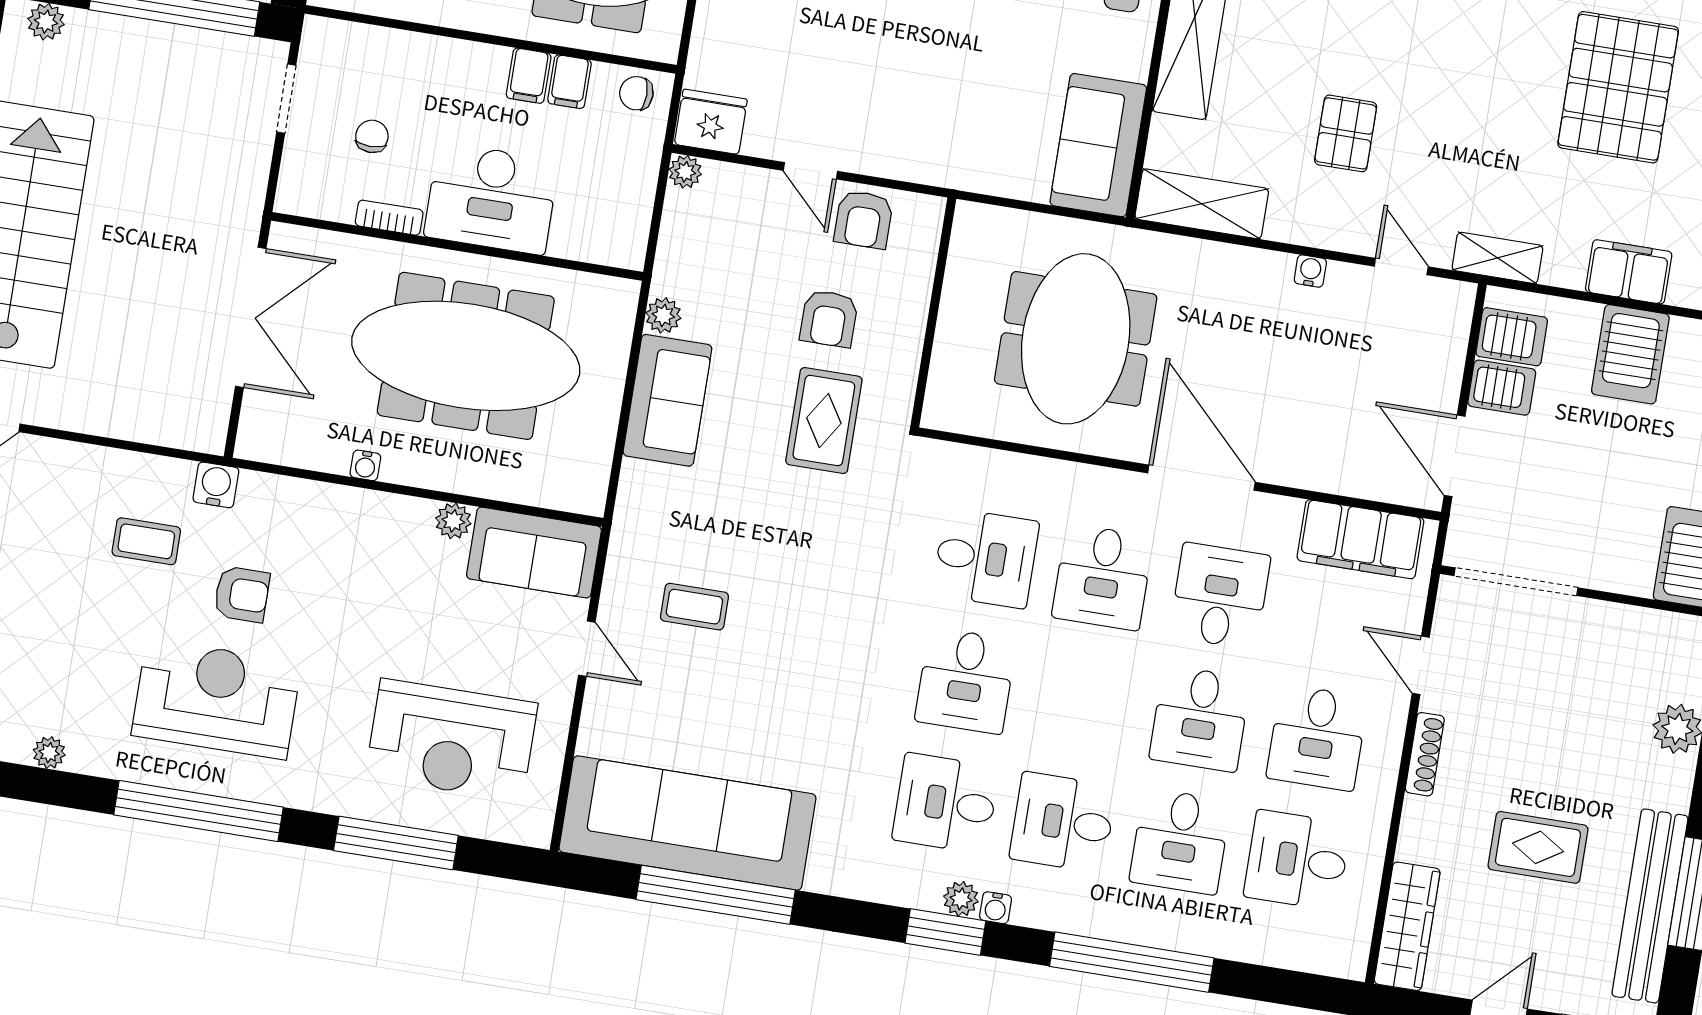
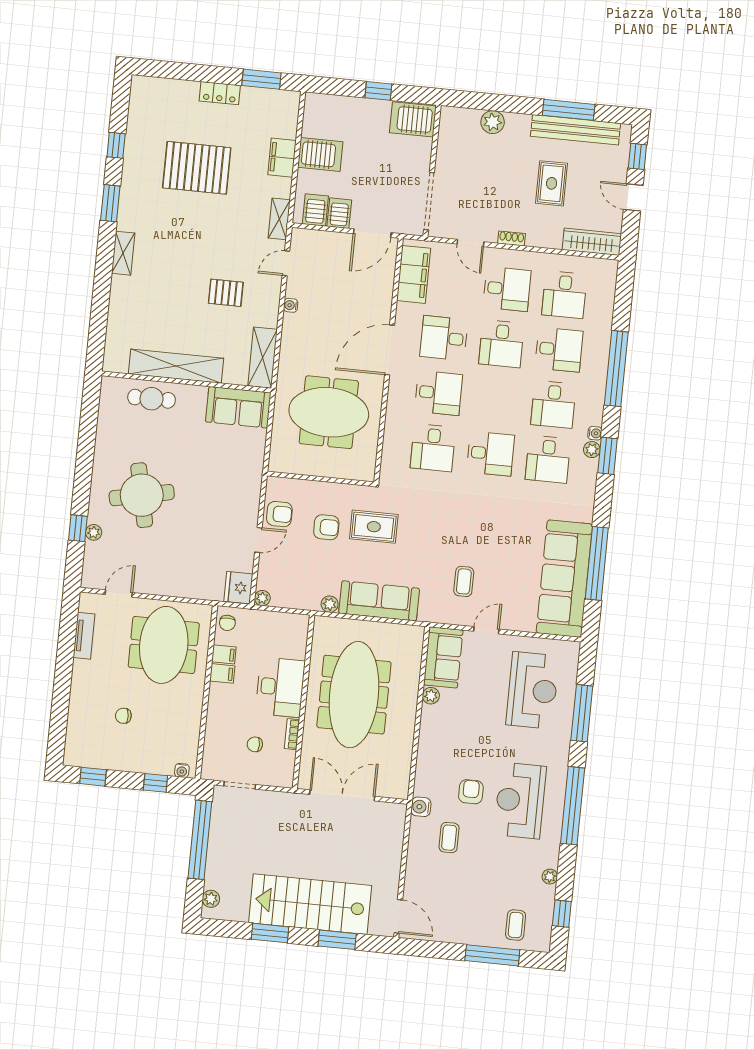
sofa: (667, 400) -> (379, 601), width x1.36
water cooler: (365, 465) -> (408, 738), removed
desk: (986, 558) -> (433, 448), turned 180
door: (1421, 665) -> (470, 243), hinge flipped
desk: (1200, 719) -> (501, 344), turned 90
shoe rack: (1425, 754) -> (512, 239), width x0.70

